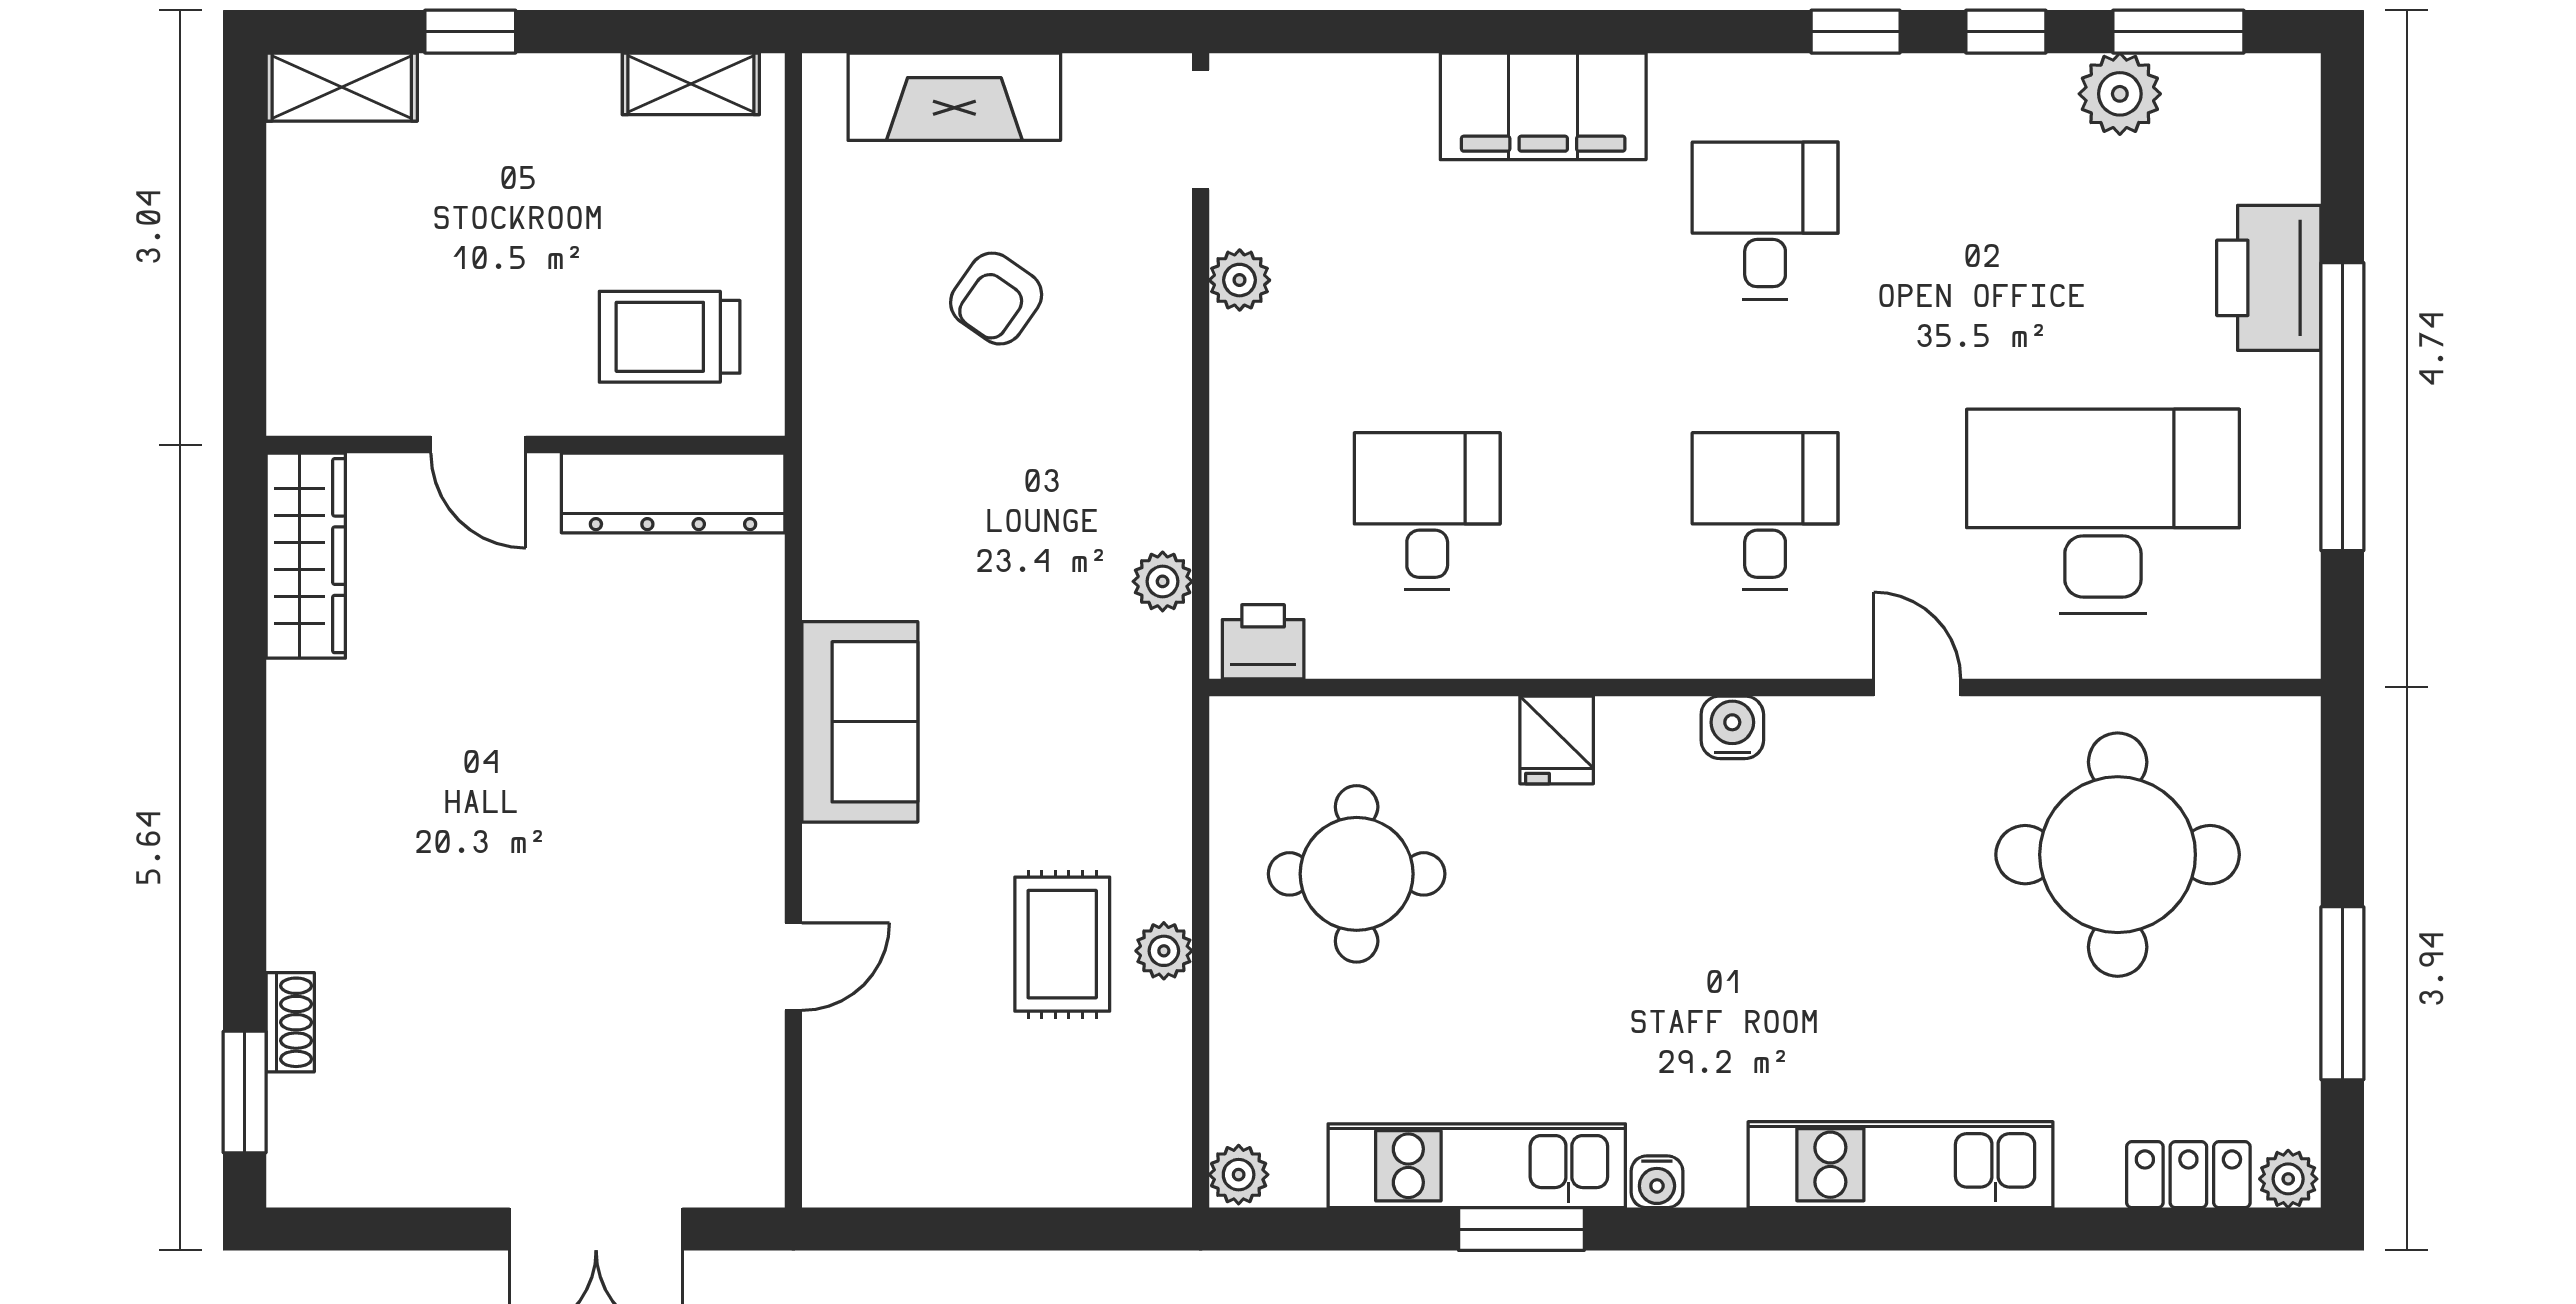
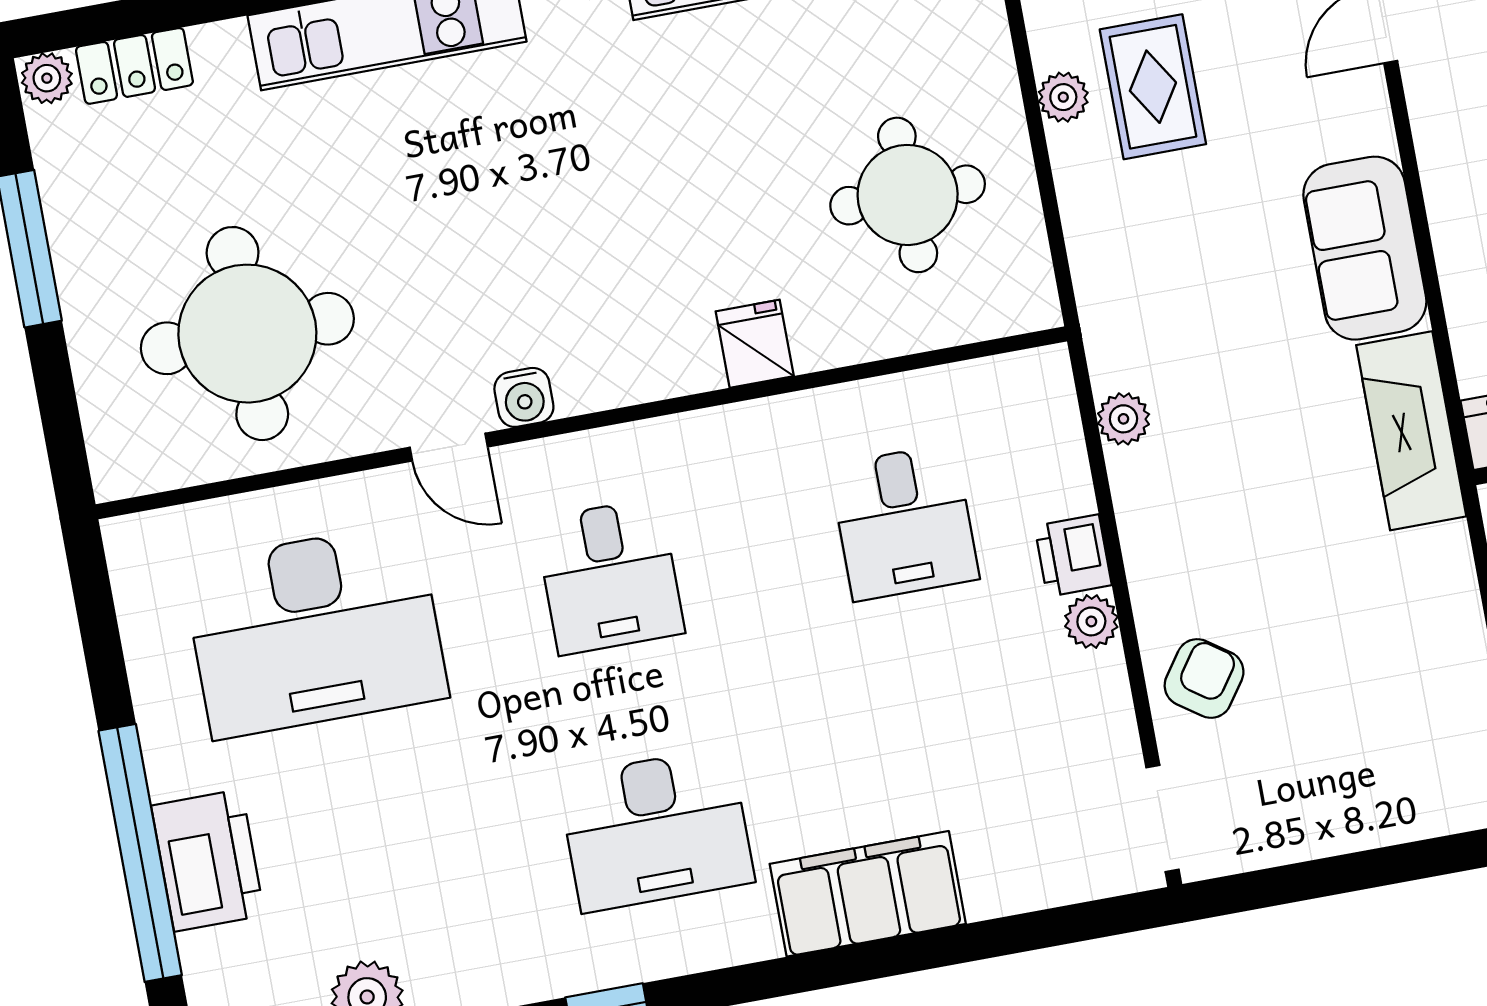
fireplace: (954, 97) -> (1411, 431), moved, turned -90
desk: (1765, 221) -> (656, 830), width x1.37
plant: (1240, 280) -> (1091, 621), moved
armchair: (996, 299) -> (1204, 678), moved
window: (2342, 407) -> (140, 853), moved
printer: (1263, 642) -> (1073, 556), moved, turned 90
water cooler: (1732, 727) -> (524, 397), moved

